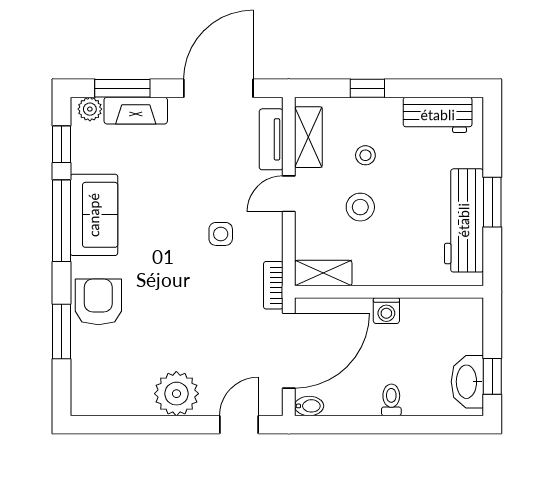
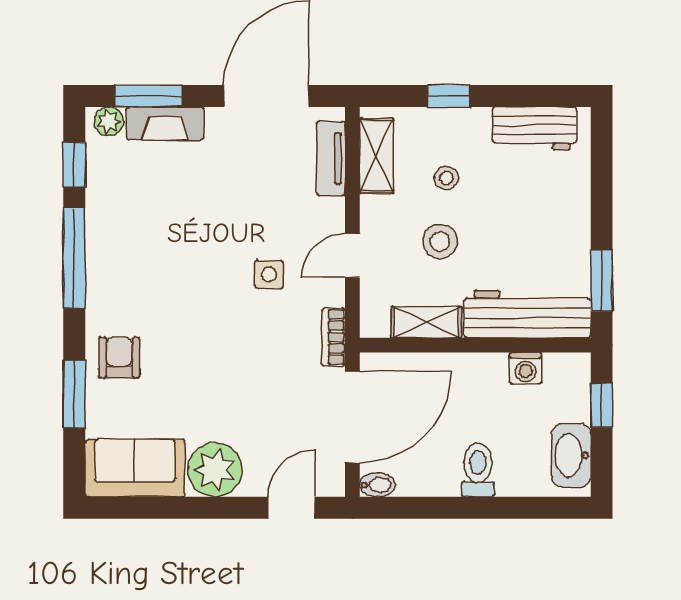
door: (289, 194) -> (352, 256), moved
window: (492, 202) -> (602, 281), moved
sofa: (94, 215) -> (135, 468), moved, turned -90
workbench: (464, 220) -> (527, 314), moved, turned 90
shelving: (323, 273) -> (426, 322), moved
armchair: (98, 302) -> (119, 358), width x0.72, depth x0.72
washing machine: (386, 311) -> (526, 368), moved
window: (492, 376) -> (602, 405), moved
toilet: (391, 400) -> (478, 470), width x1.37, depth x1.39

